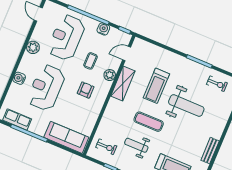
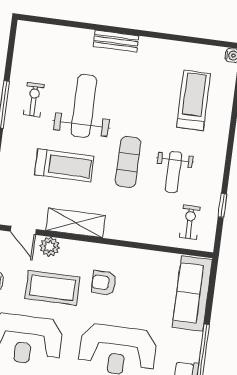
coffee table: (90, 61) -> (52, 288), width x1.86, depth x1.72
plant: (110, 75) -> (50, 247), moved
exercise bike: (217, 84) -> (34, 100), moved
bench: (210, 151) -> (116, 41), moved

